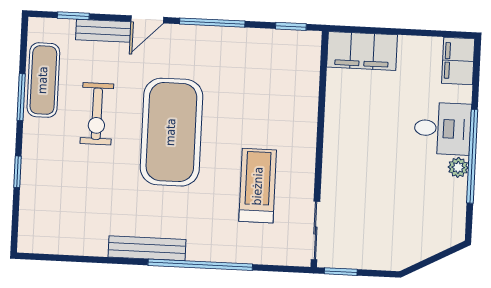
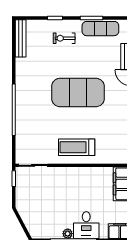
exercise bike: (97, 114) -> (64, 38), moved, width x0.73, depth x0.72
treadmill: (258, 186) -> (77, 147), moved, turned 180
bench: (147, 248) -> (21, 38), moved

